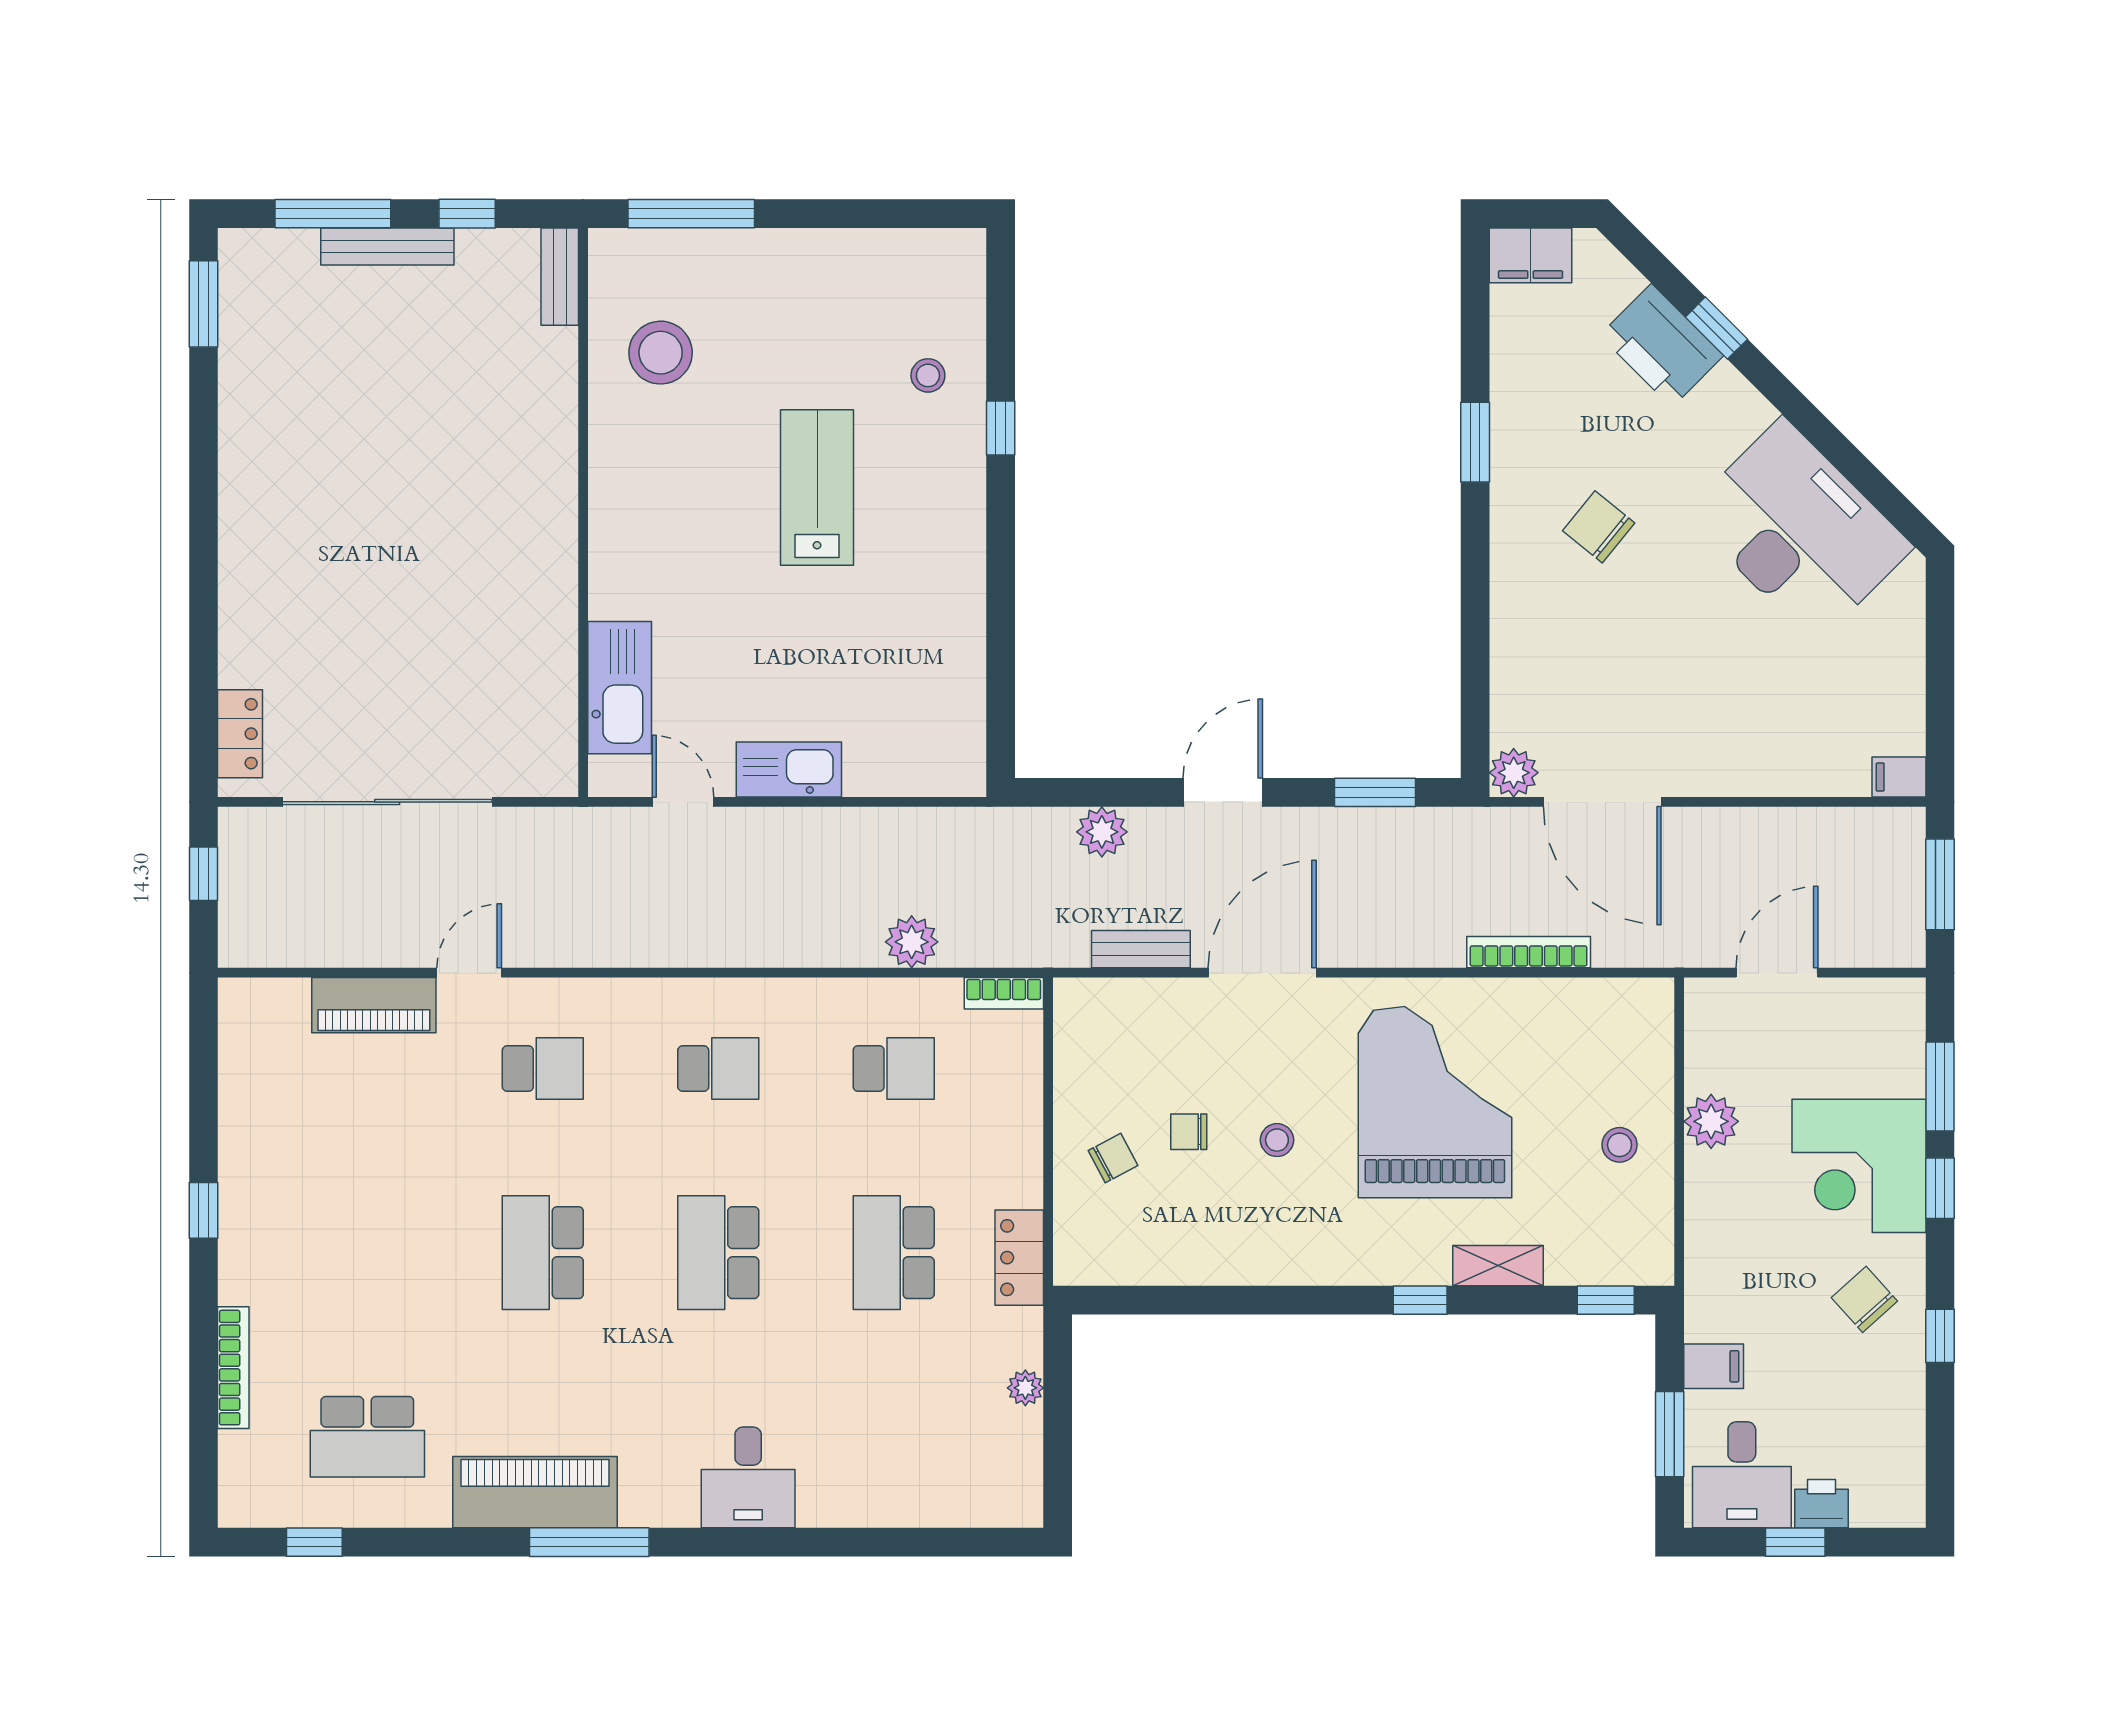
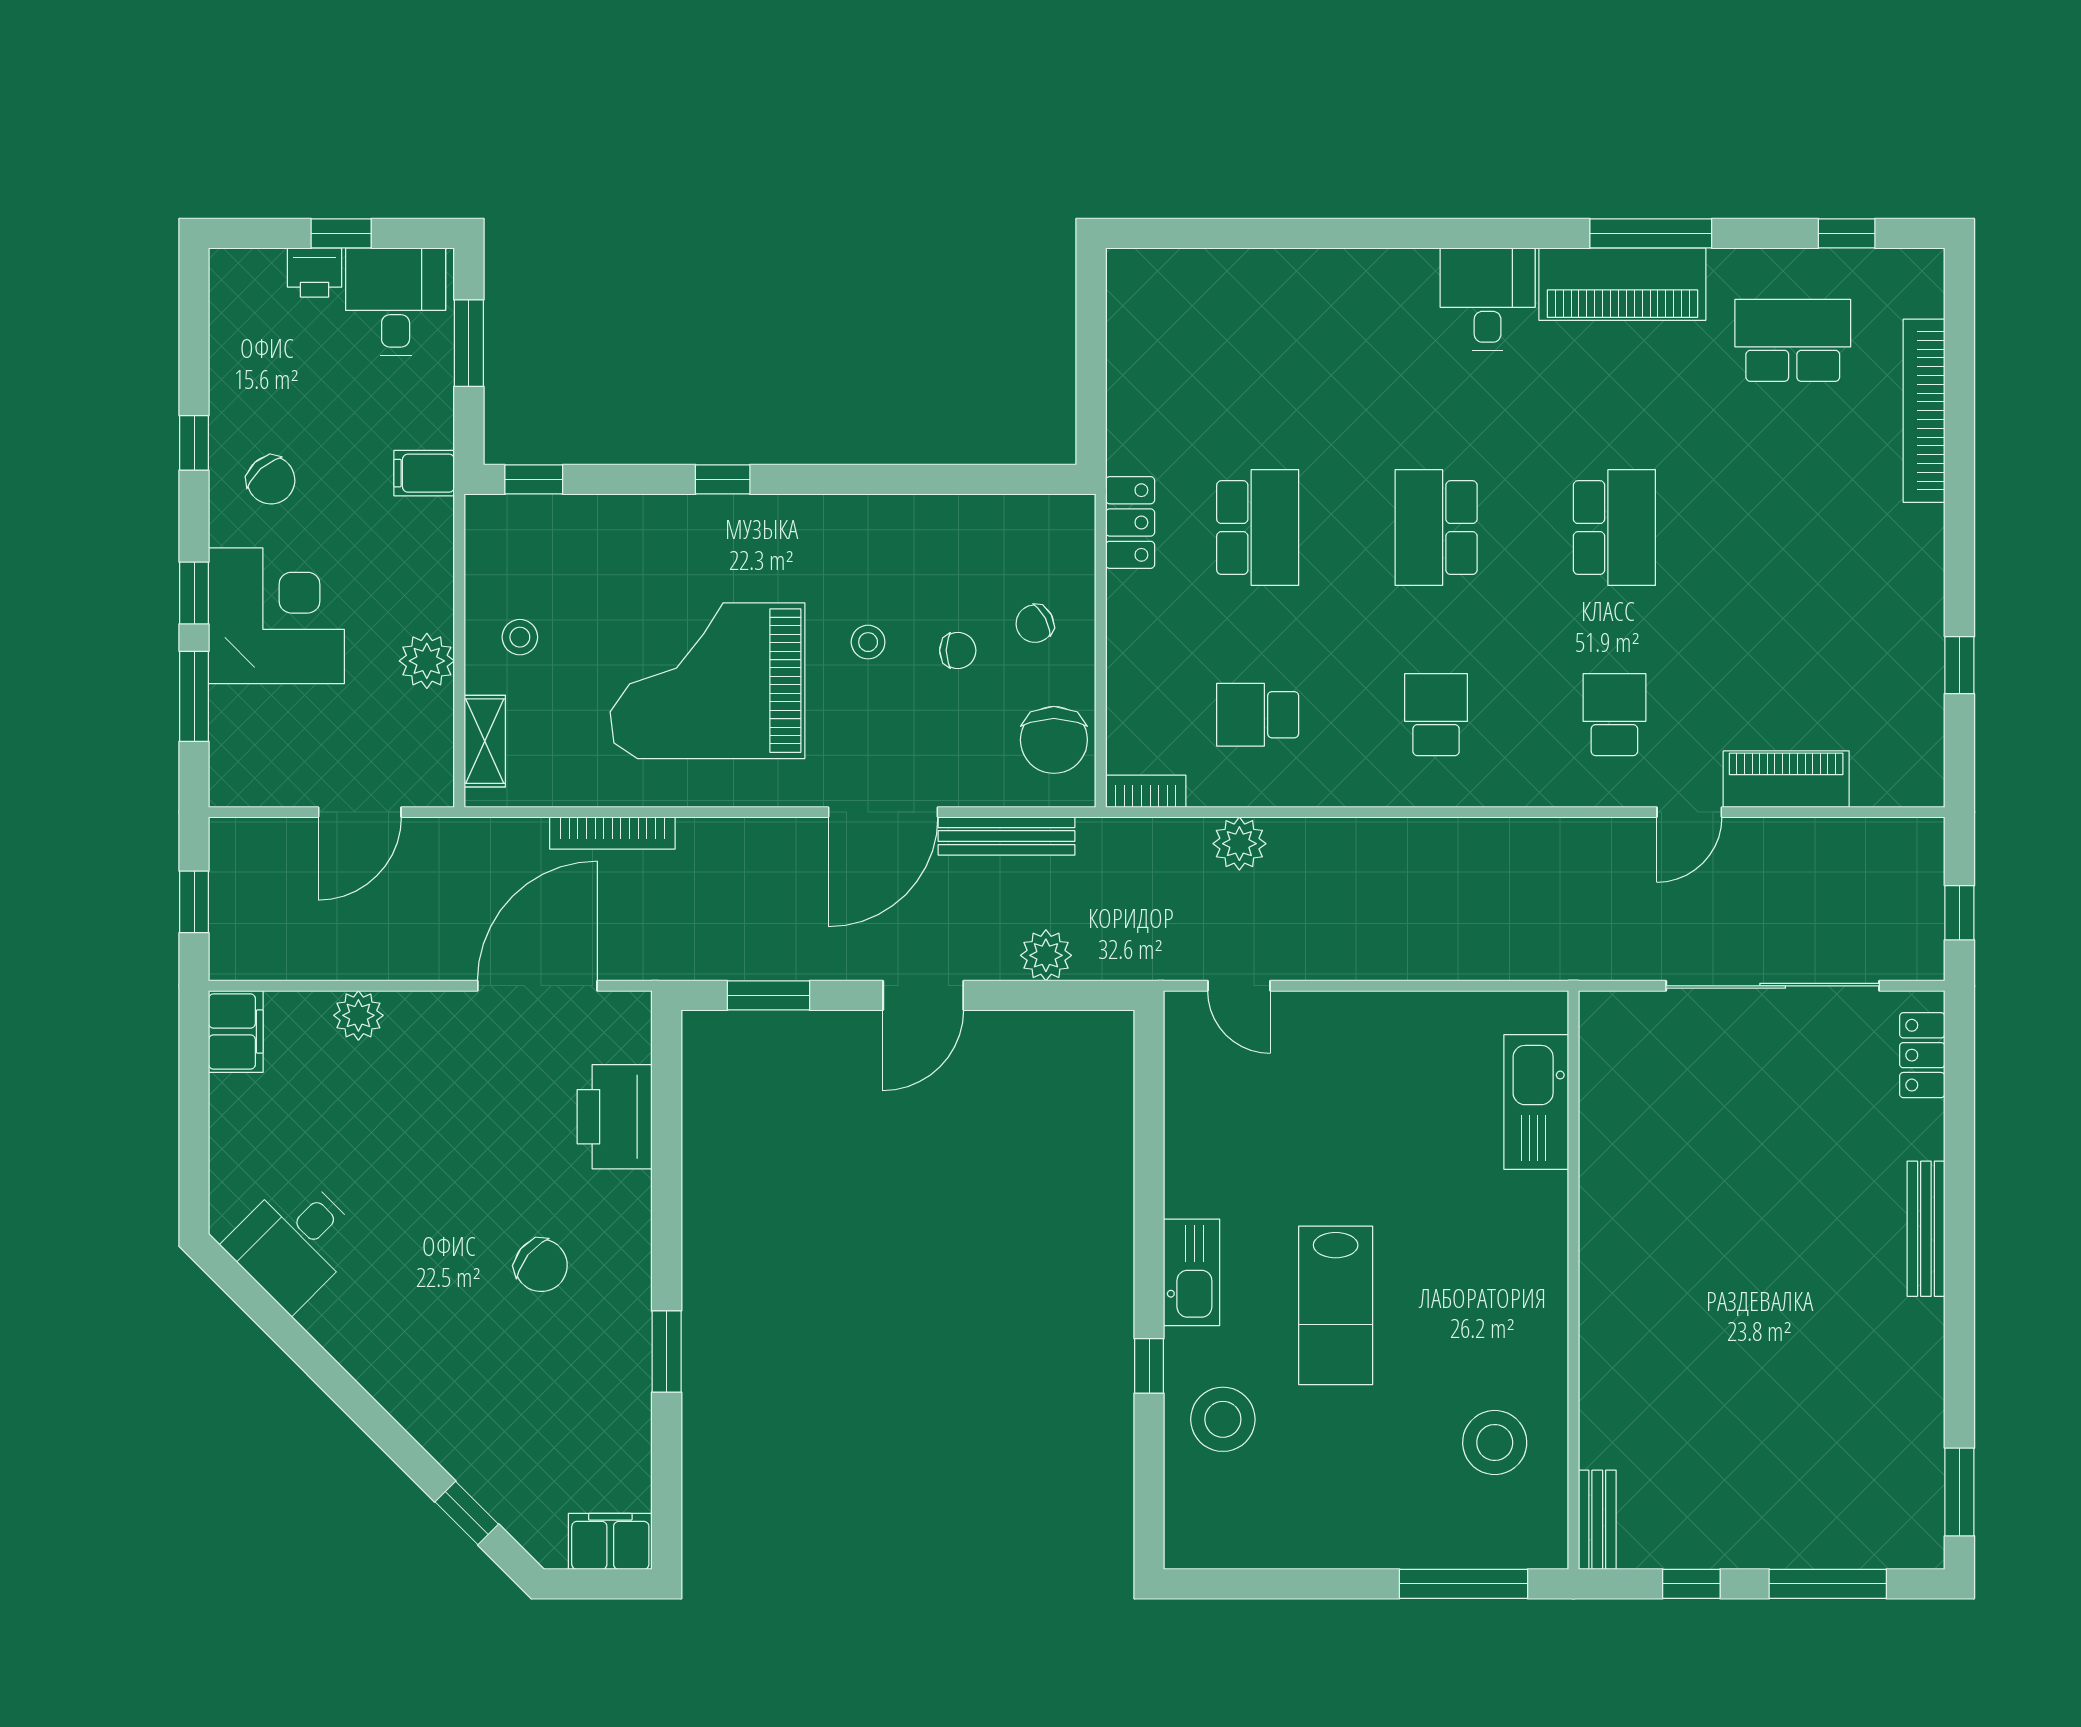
bench: (387, 246) -> (1926, 1229), moved, turned 90
window: (1716, 328) -> (467, 1513), moved
printer: (1662, 345) -> (615, 1117), moved, turned -135
stool: (928, 375) -> (1223, 1419), width x1.89, depth x1.89
desk: (1799, 530) -> (294, 1242), width x0.53, depth x0.77
kitchen sink: (789, 770) -> (1192, 1272), moved, turned -90
plant: (1514, 773) -> (358, 1015), moved
filing cabinet: (1899, 777) -> (236, 1032), width x2.00
door: (683, 802) -> (1239, 986), moved
door: (1602, 802) -> (537, 986), hinge flipped
window: (1940, 884) -> (194, 902), width x0.67
bench: (1141, 949) -> (1006, 836), width x1.36
chair: (1094, 1044) -> (1054, 740), added
school desk: (543, 1069) -> (1614, 715), turned 90
school desk: (718, 1069) -> (1436, 715), turned 90
grand piano: (1435, 1102) -> (707, 681), turned 90
window: (203, 1210) -> (1959, 665), moved
school desk: (718, 1253) -> (1436, 528), turned 180
shelving: (1498, 1266) -> (485, 741), moved, turned 90
filing cabinet: (1714, 1366) -> (424, 473), moved
bookcase: (233, 1368) -> (1924, 411), width x1.48, depth x1.31
plant: (1025, 1388) -> (1124, 390), removed
desk: (748, 1477) -> (1488, 299), moved
window: (589, 1542) -> (1651, 233), moved

